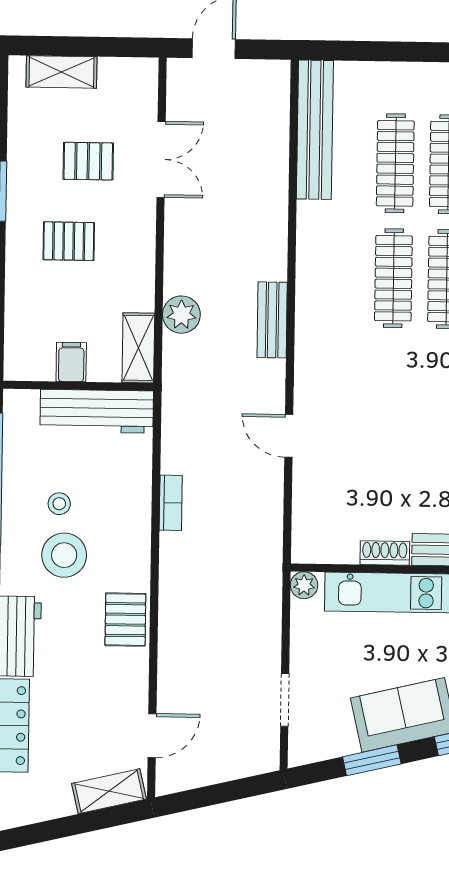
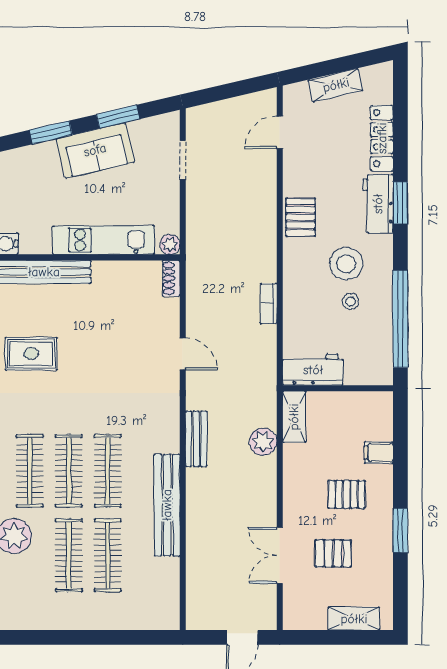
bench: (315, 130) -> (167, 505), moved
filing cabinet: (71, 362) -> (379, 453), moved, turned 90
workbench: (97, 411) -> (313, 370), width x0.73
shoe rack: (385, 553) -> (171, 278), moved, turned 90
shelving: (109, 791) -> (336, 85), moved

